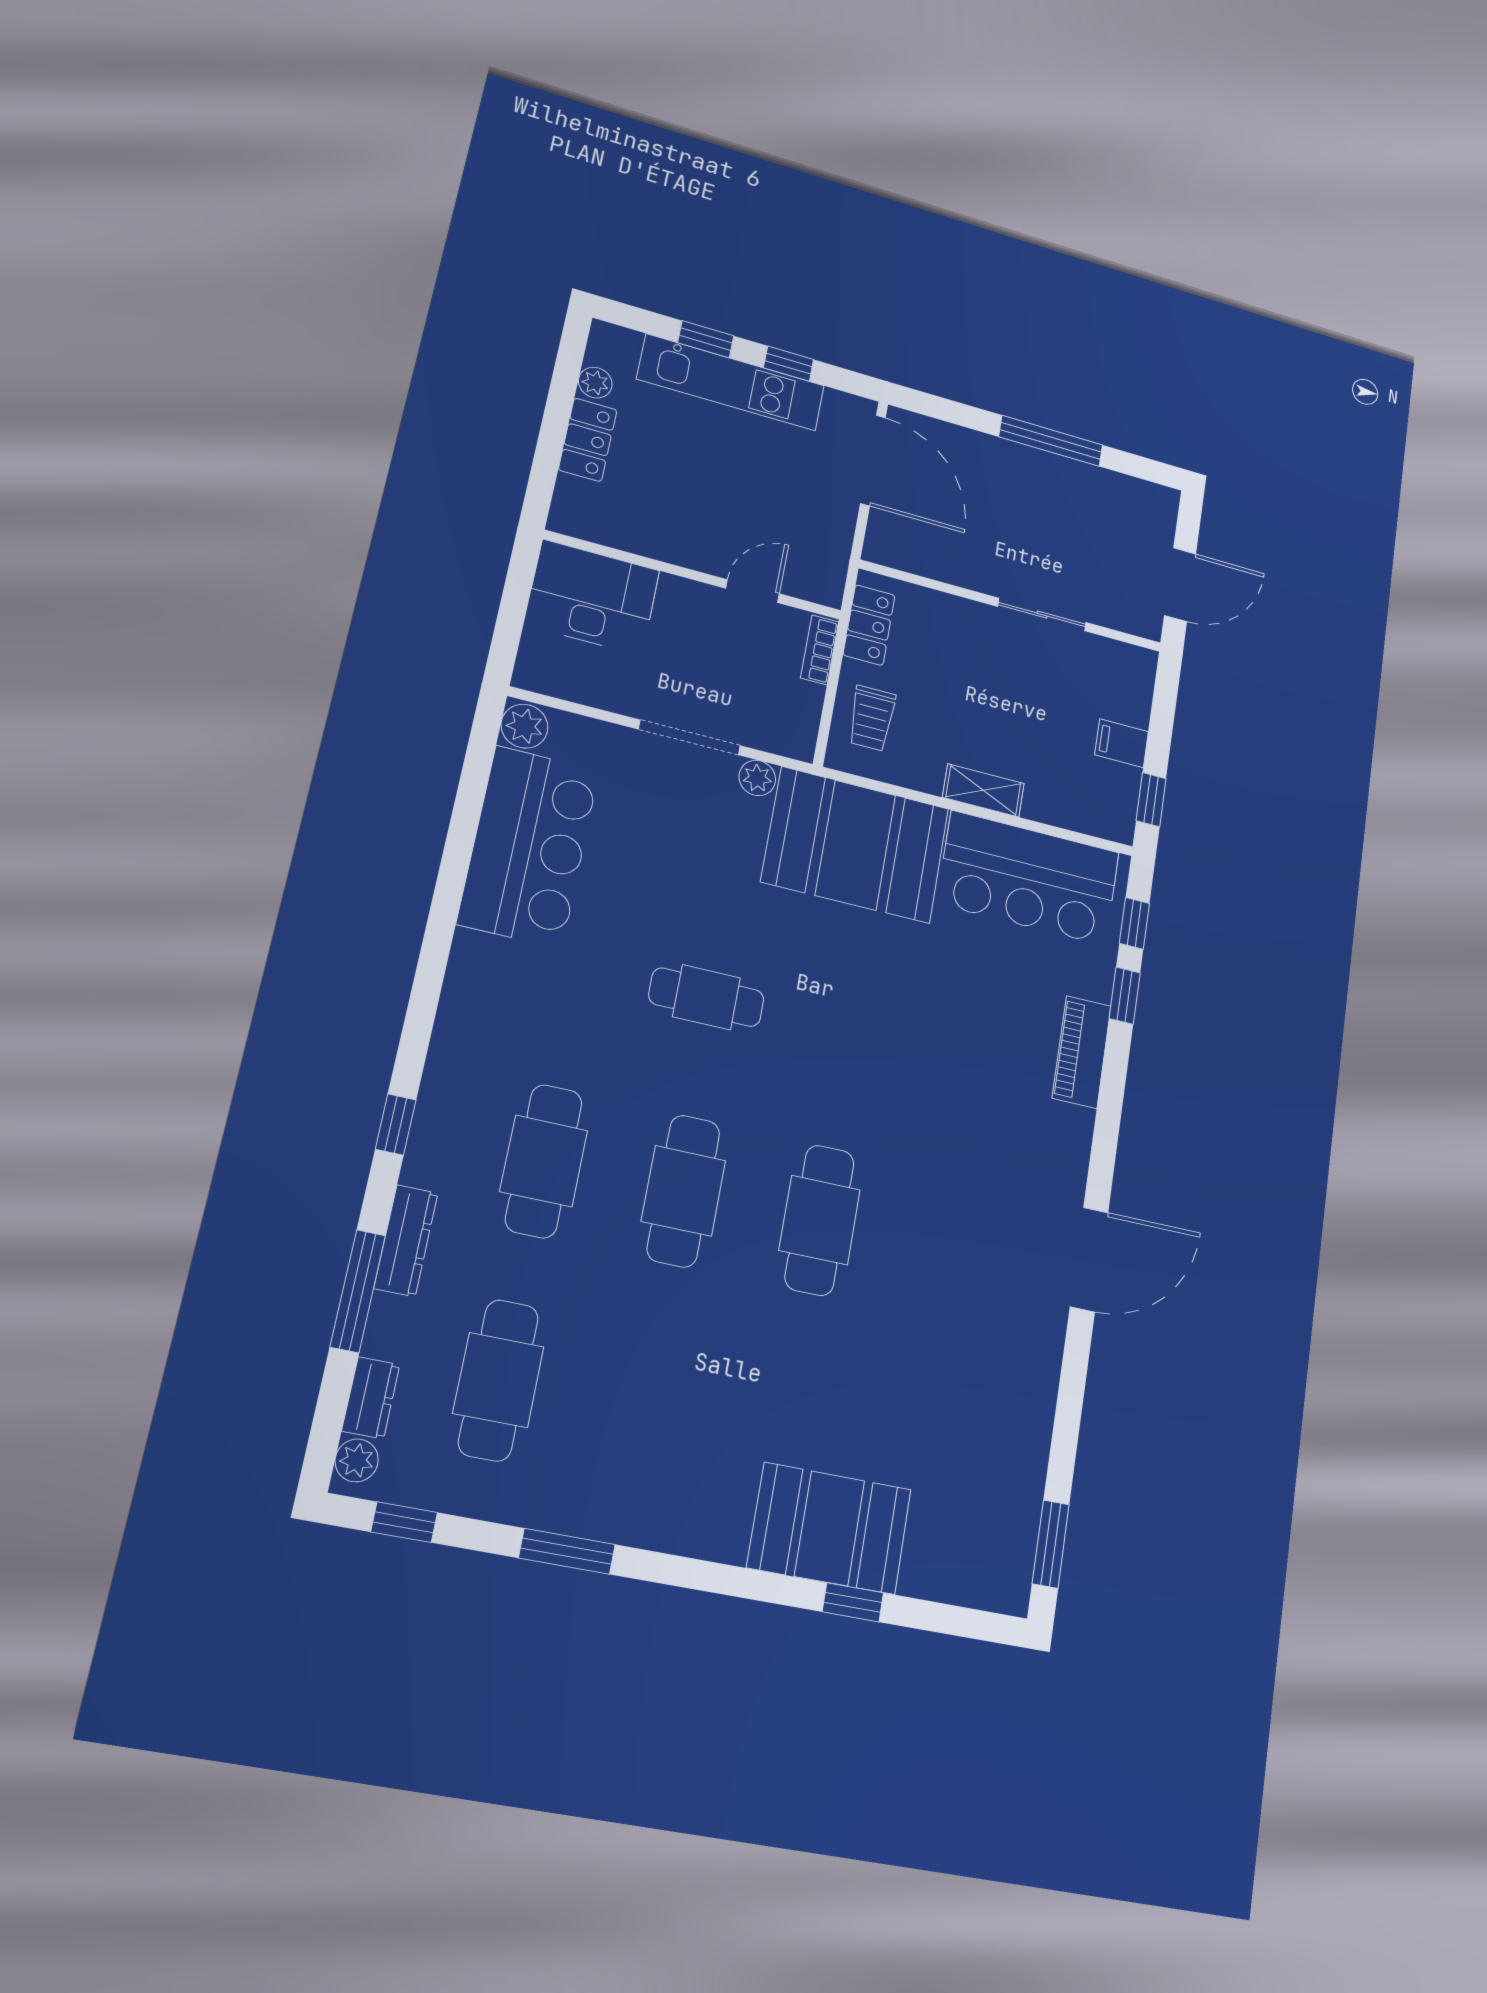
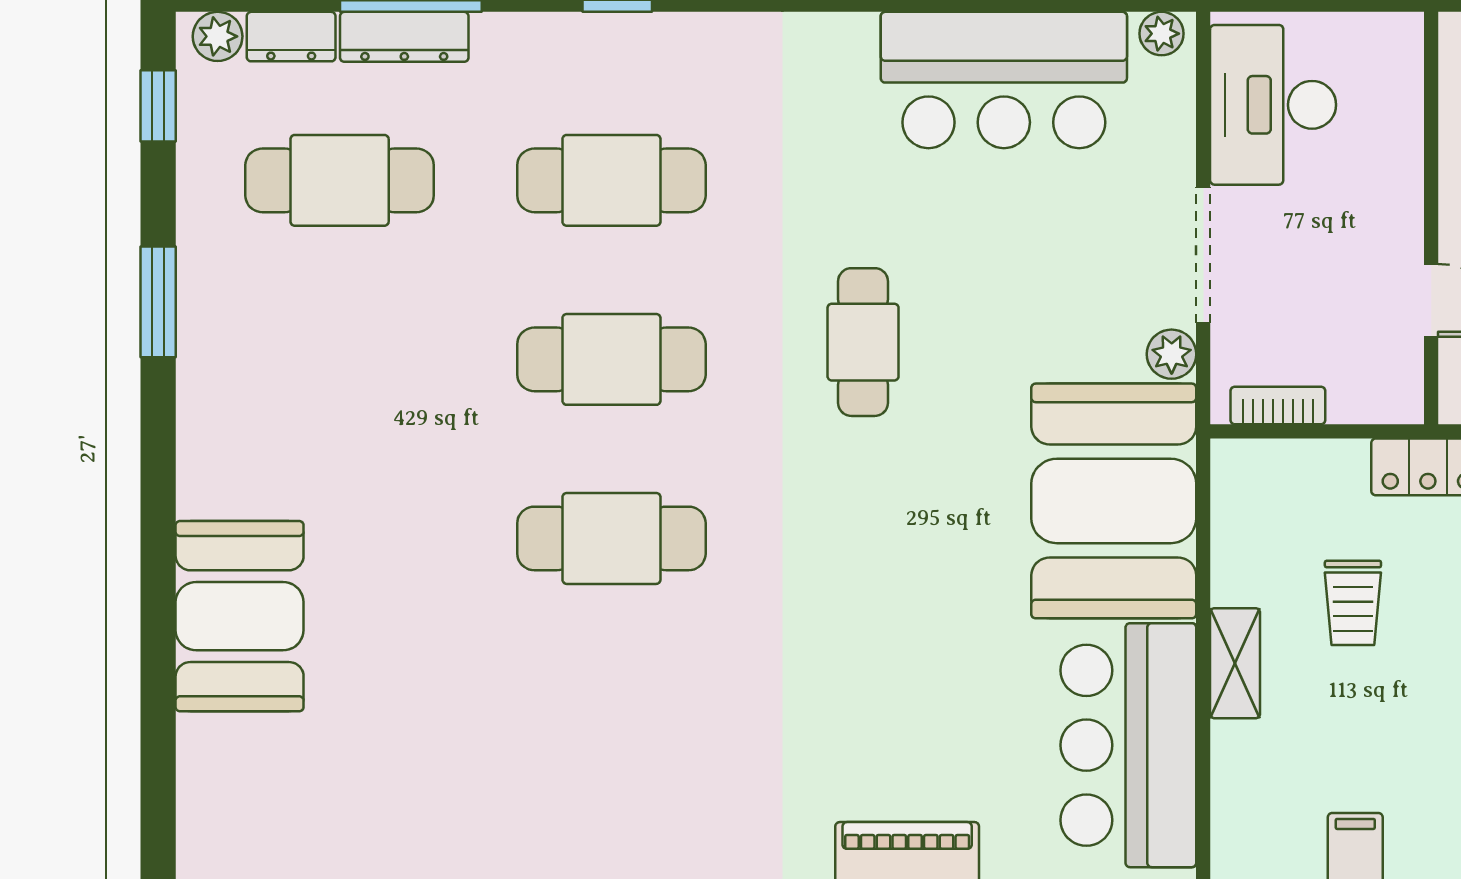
desk: (592, 597) -> (1273, 105), moved, turned 180
bookcase: (820, 650) -> (1278, 405), moved
trolley: (872, 718) -> (1353, 603), moved, turned -90
plant: (525, 726) -> (1162, 34), width x0.73, depth x0.73
dresser: (406, 1241) -> (404, 37), moved
window: (853, 1602) -> (158, 660), removed

